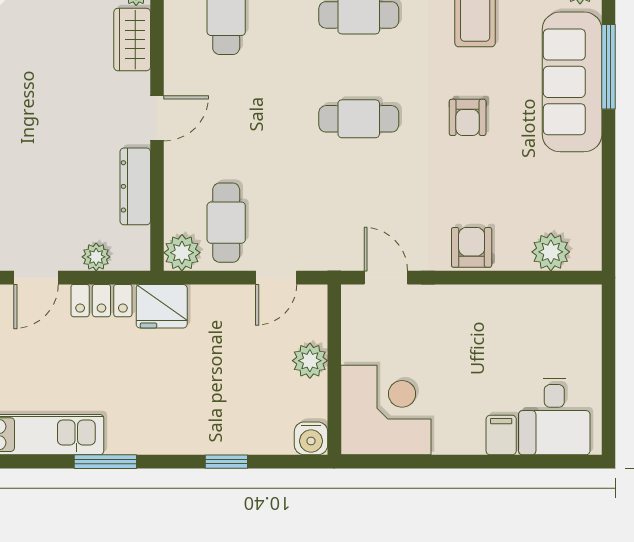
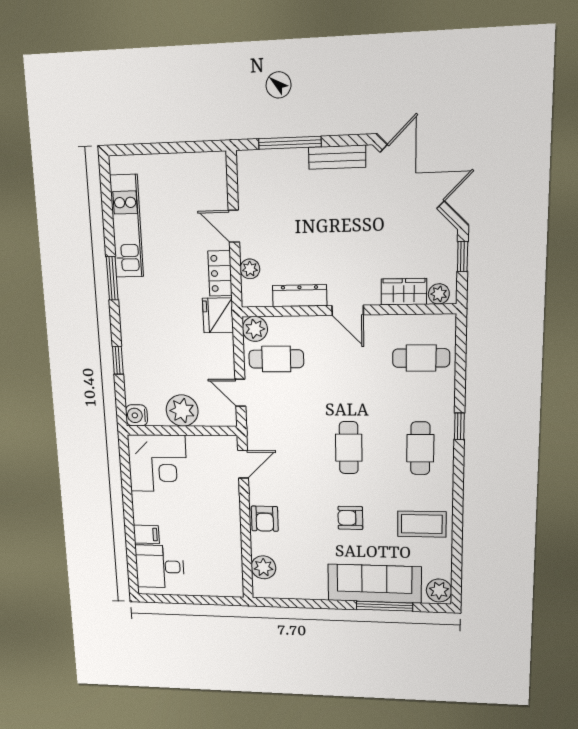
armchair: (472, 247) -> (265, 519), turned 90
plant: (310, 361) -> (182, 411), width x1.36, depth x1.36

